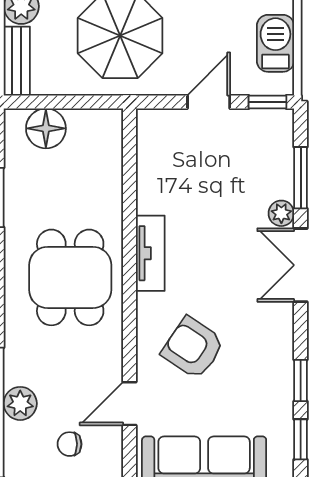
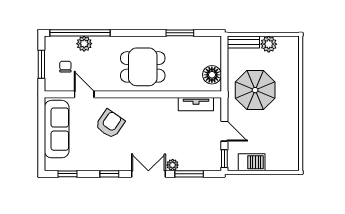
floor lamp: (46, 128) -> (212, 75), moved
tv unit: (150, 253) -> (196, 104), moved
window: (301, 380) -> (109, 174), moved

